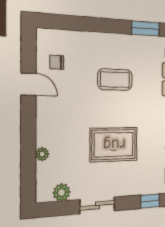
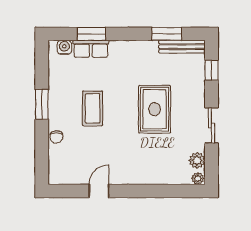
window: (145, 29) -> (42, 104), moved
chair: (57, 62) -> (56, 137), moved
plant: (42, 154) -> (198, 178), moved

